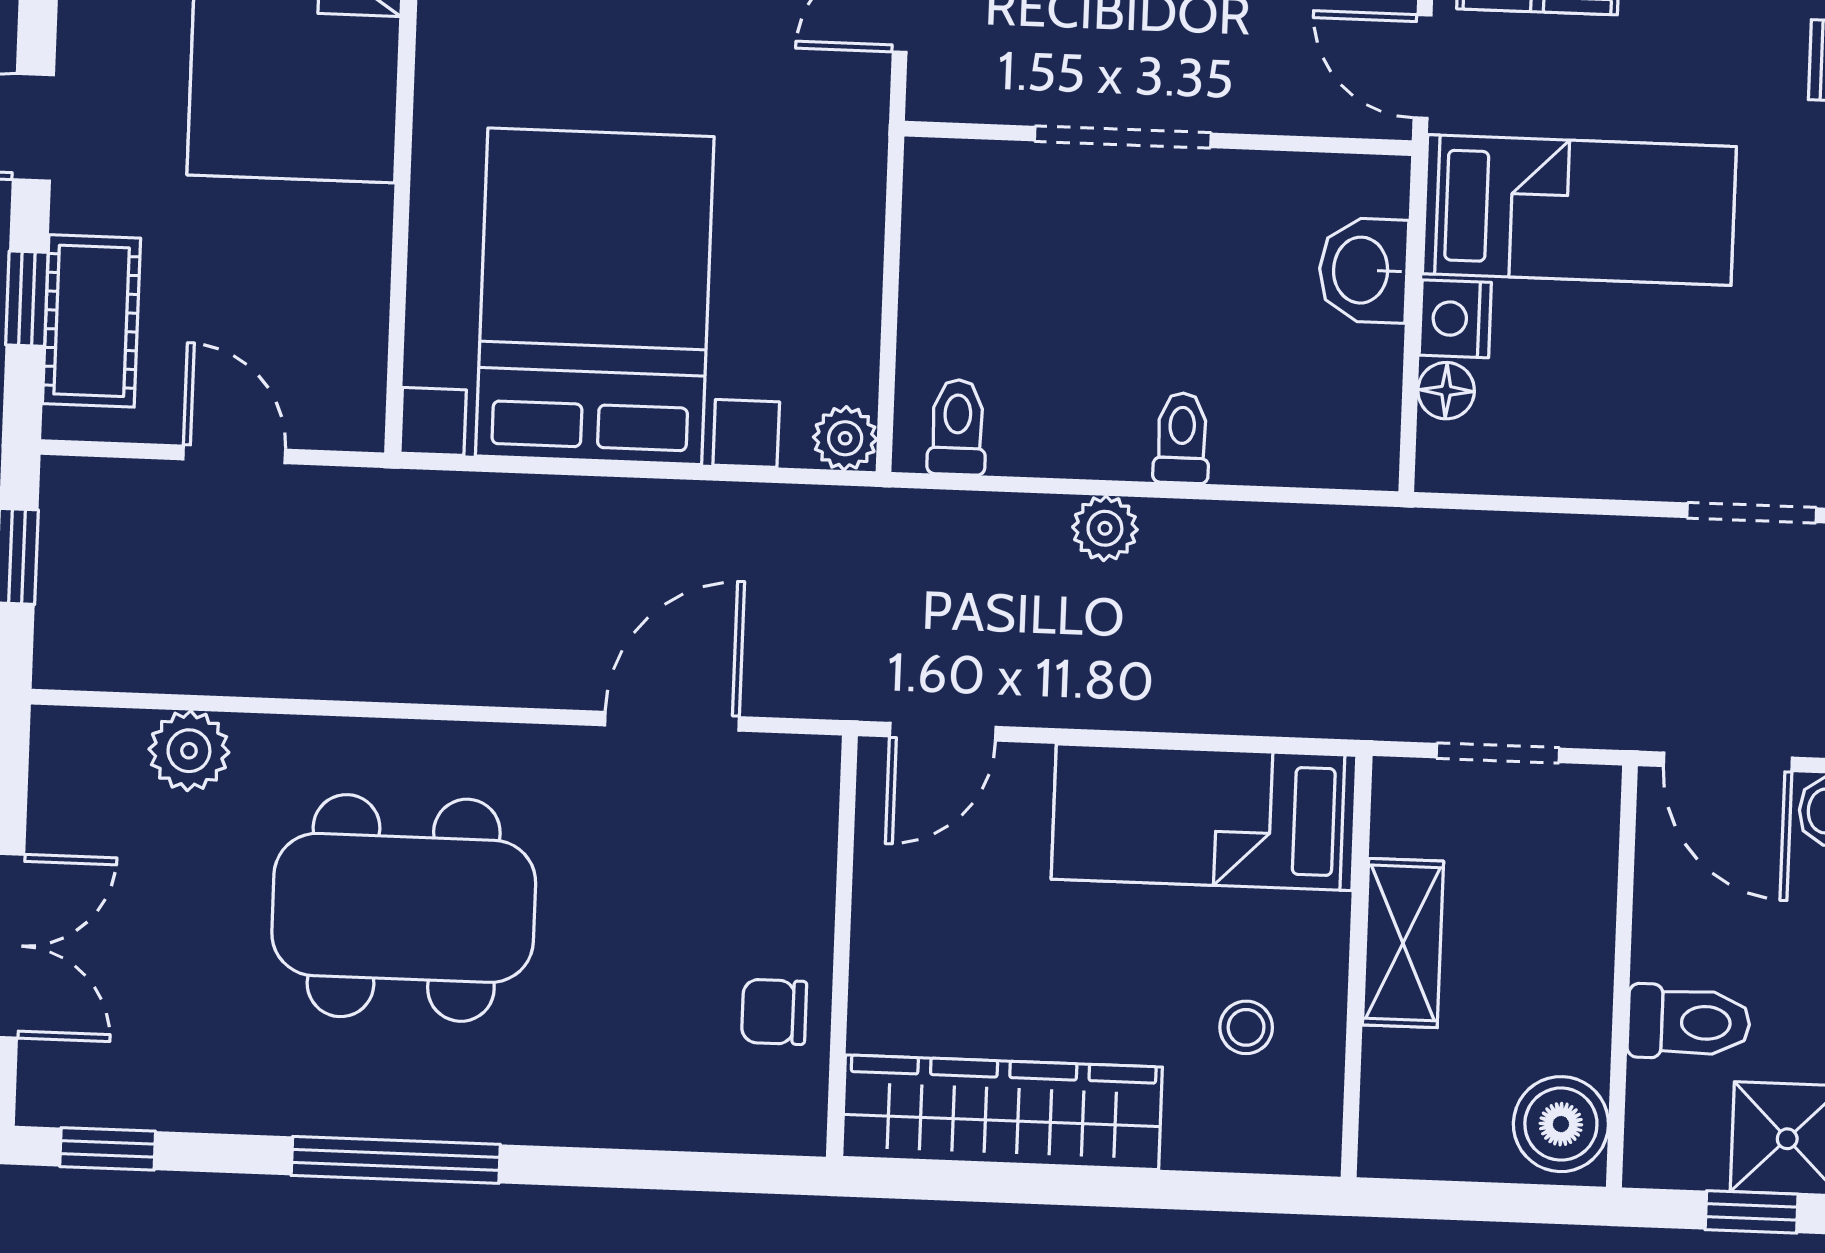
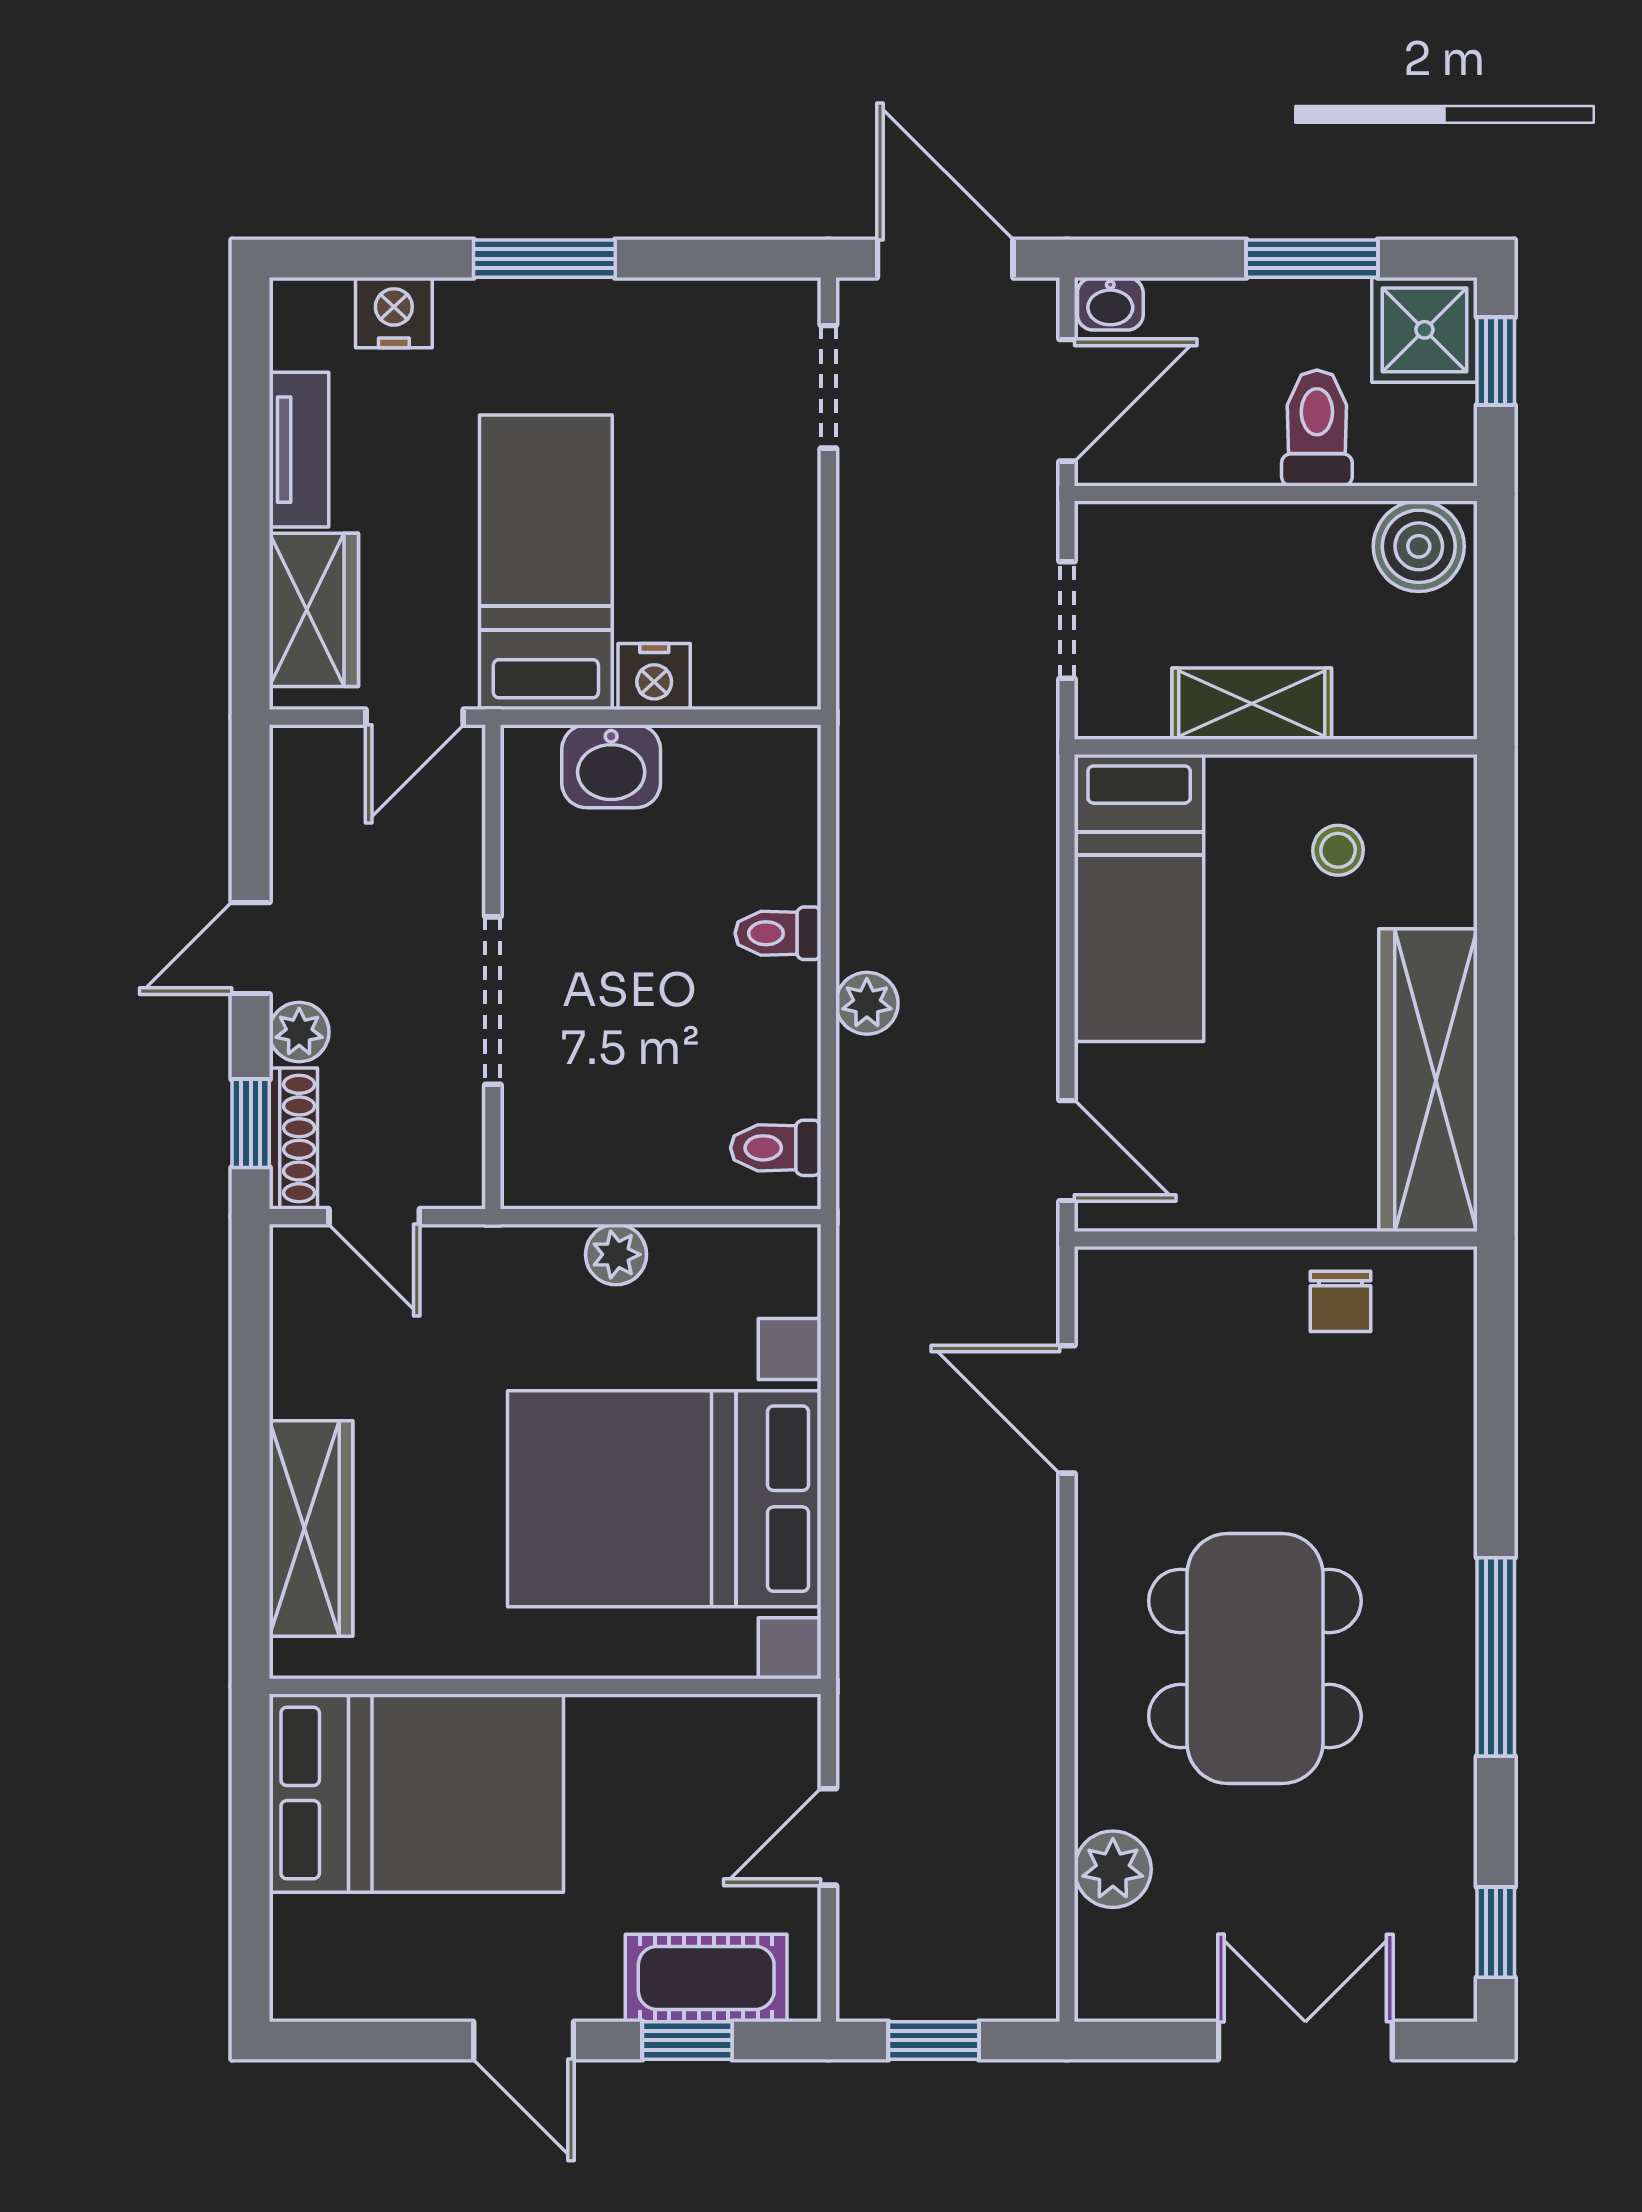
floor lamp: (1446, 391) -> (723, 683), removed
plant: (845, 438) -> (616, 1254), moved

